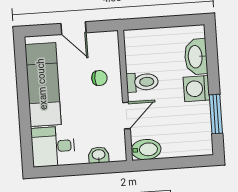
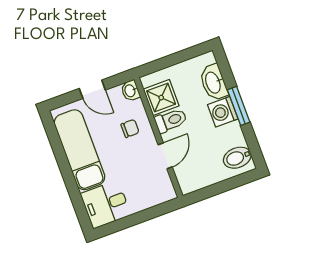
shower: (139, 56) -> (161, 98), added
window: (216, 114) -> (239, 106), moved
bidet: (146, 150) -> (237, 158), moved, turned 180
washbasin: (99, 155) -> (130, 91), moved, turned -90

